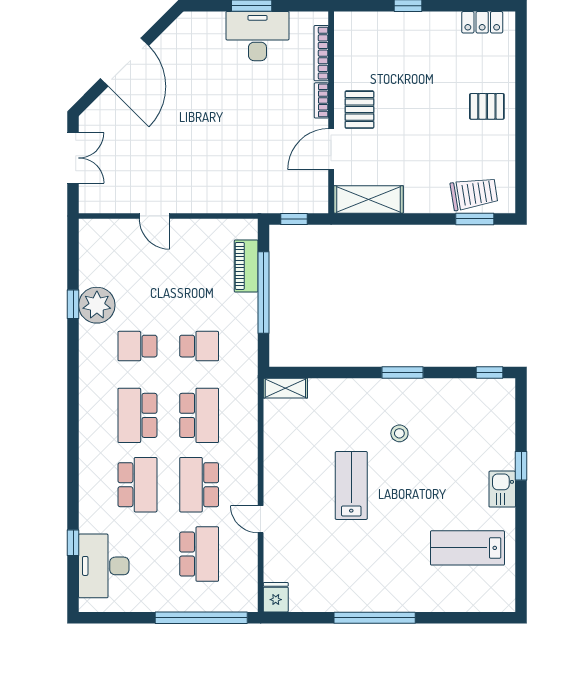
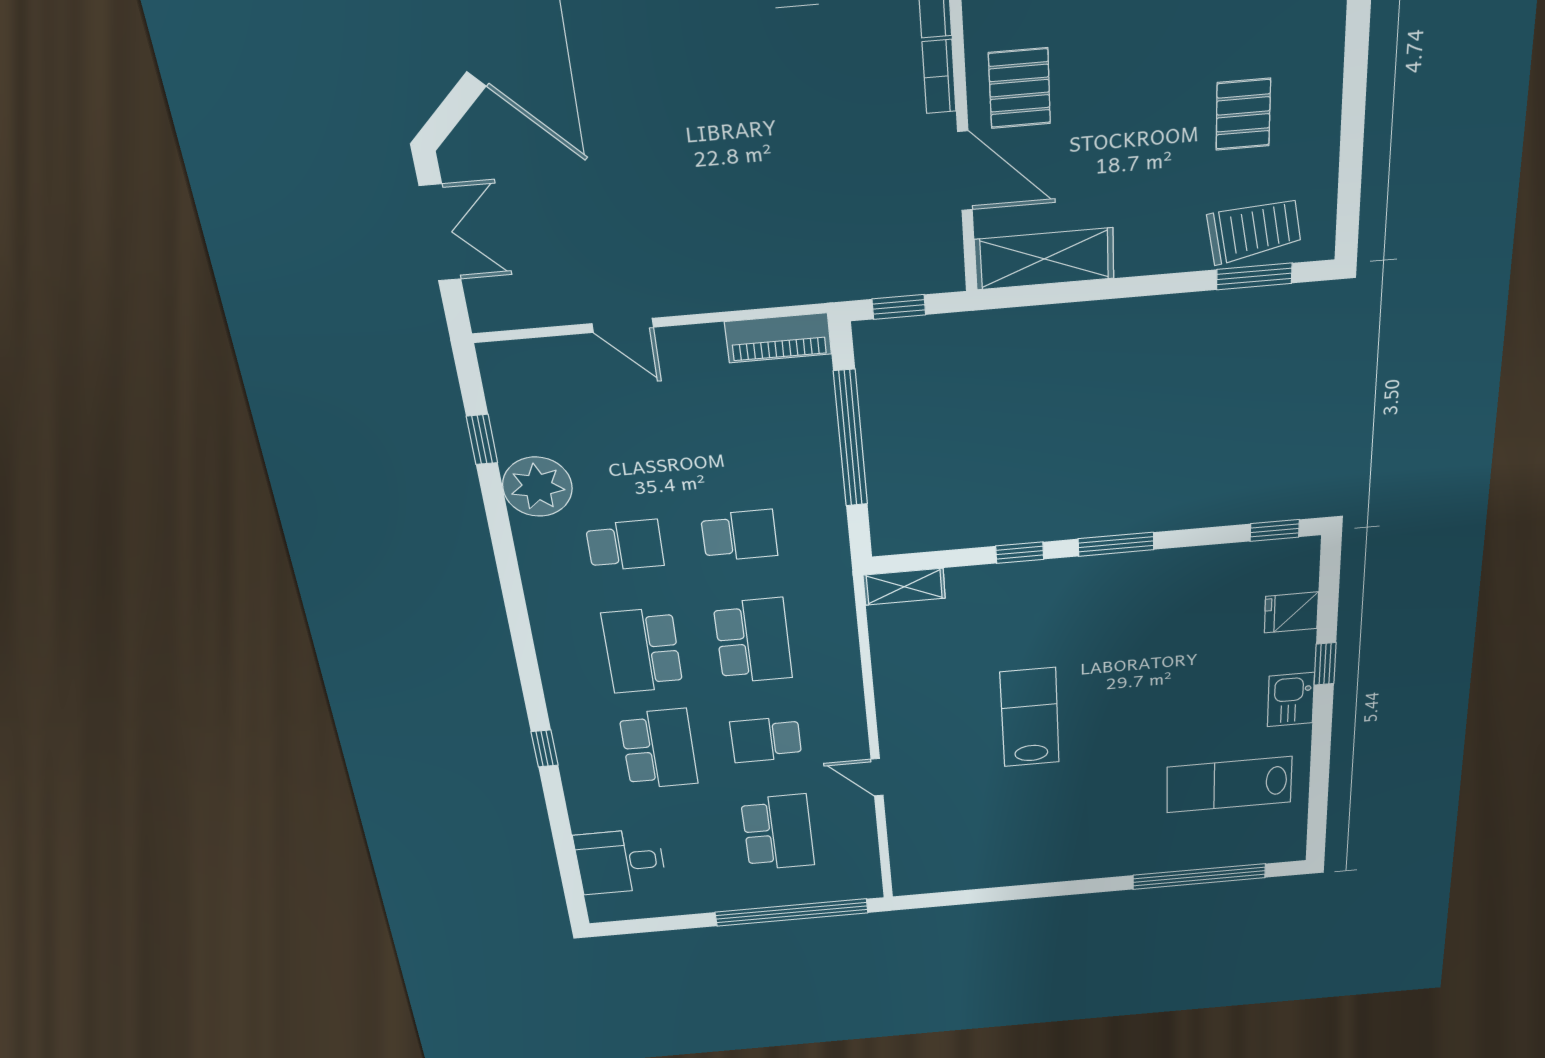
pallet: (487, 106) -> (1243, 114), moved, turned 90
door: (331, 149) -> (965, 171), swing flipped
piano: (246, 266) -> (778, 338), moved, turned -90
window: (73, 304) -> (482, 439), moved
school desk: (137, 346) -> (625, 545), turned 180
window: (350, 373) -> (1020, 553), added
stool: (399, 433) -> (1112, 636), removed
school desk: (199, 485) -> (766, 740), width x0.54
window: (73, 543) -> (545, 748), moved
desk: (104, 566) -> (620, 862), width x0.73
fridge: (276, 597) -> (1291, 612), moved, turned -90
window: (375, 618) -> (1199, 876), moved

